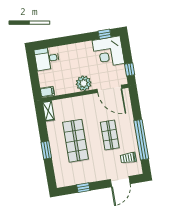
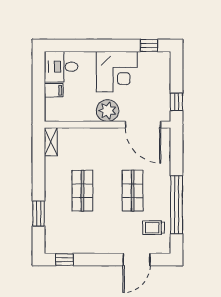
corner desk: (108, 52) -> (117, 72), moved, turned -90
filing cabinet: (47, 92) -> (54, 90), moved
shop shelf: (76, 141) -> (82, 191), width x0.70, depth x0.74
window: (46, 150) -> (39, 213), moved
window: (83, 188) -> (65, 260), moved

